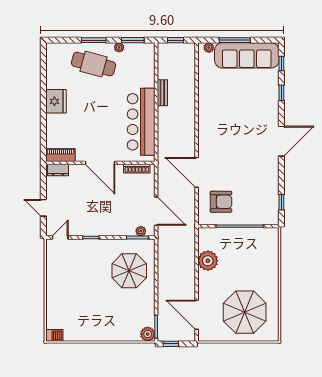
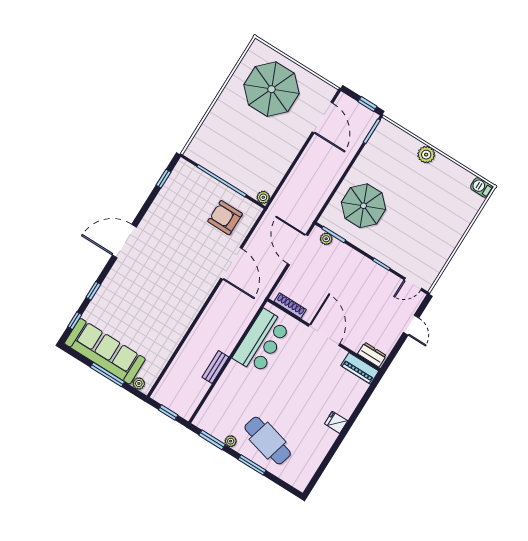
fridge: (56, 101) -> (336, 422), width x0.53, depth x0.75
bar counter: (141, 122) -> (262, 342), width x0.73
plant: (208, 261) -> (263, 197), moved, width x0.53, depth x0.53
plant: (148, 334) -> (426, 155), moved

